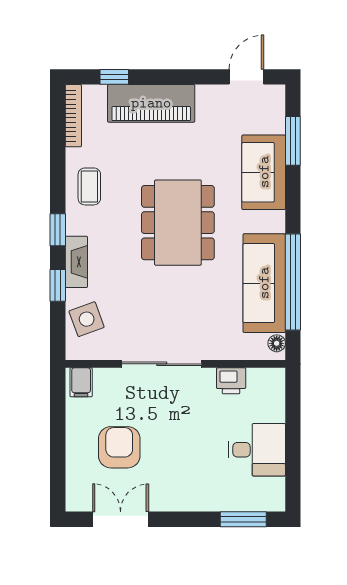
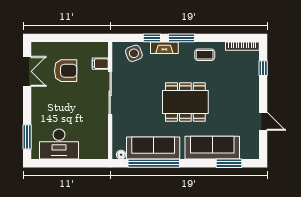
door: (246, 77) -> (263, 121), moved
piano: (151, 103) -> (249, 88), removed
sofa: (264, 172) -> (212, 148), width x1.36
window: (58, 230) -> (182, 38), width x1.50
printer: (231, 381) -> (101, 130), removed
filing cabinet: (81, 382) -> (100, 64), moved
desk: (257, 450) -> (59, 144), width x1.37

